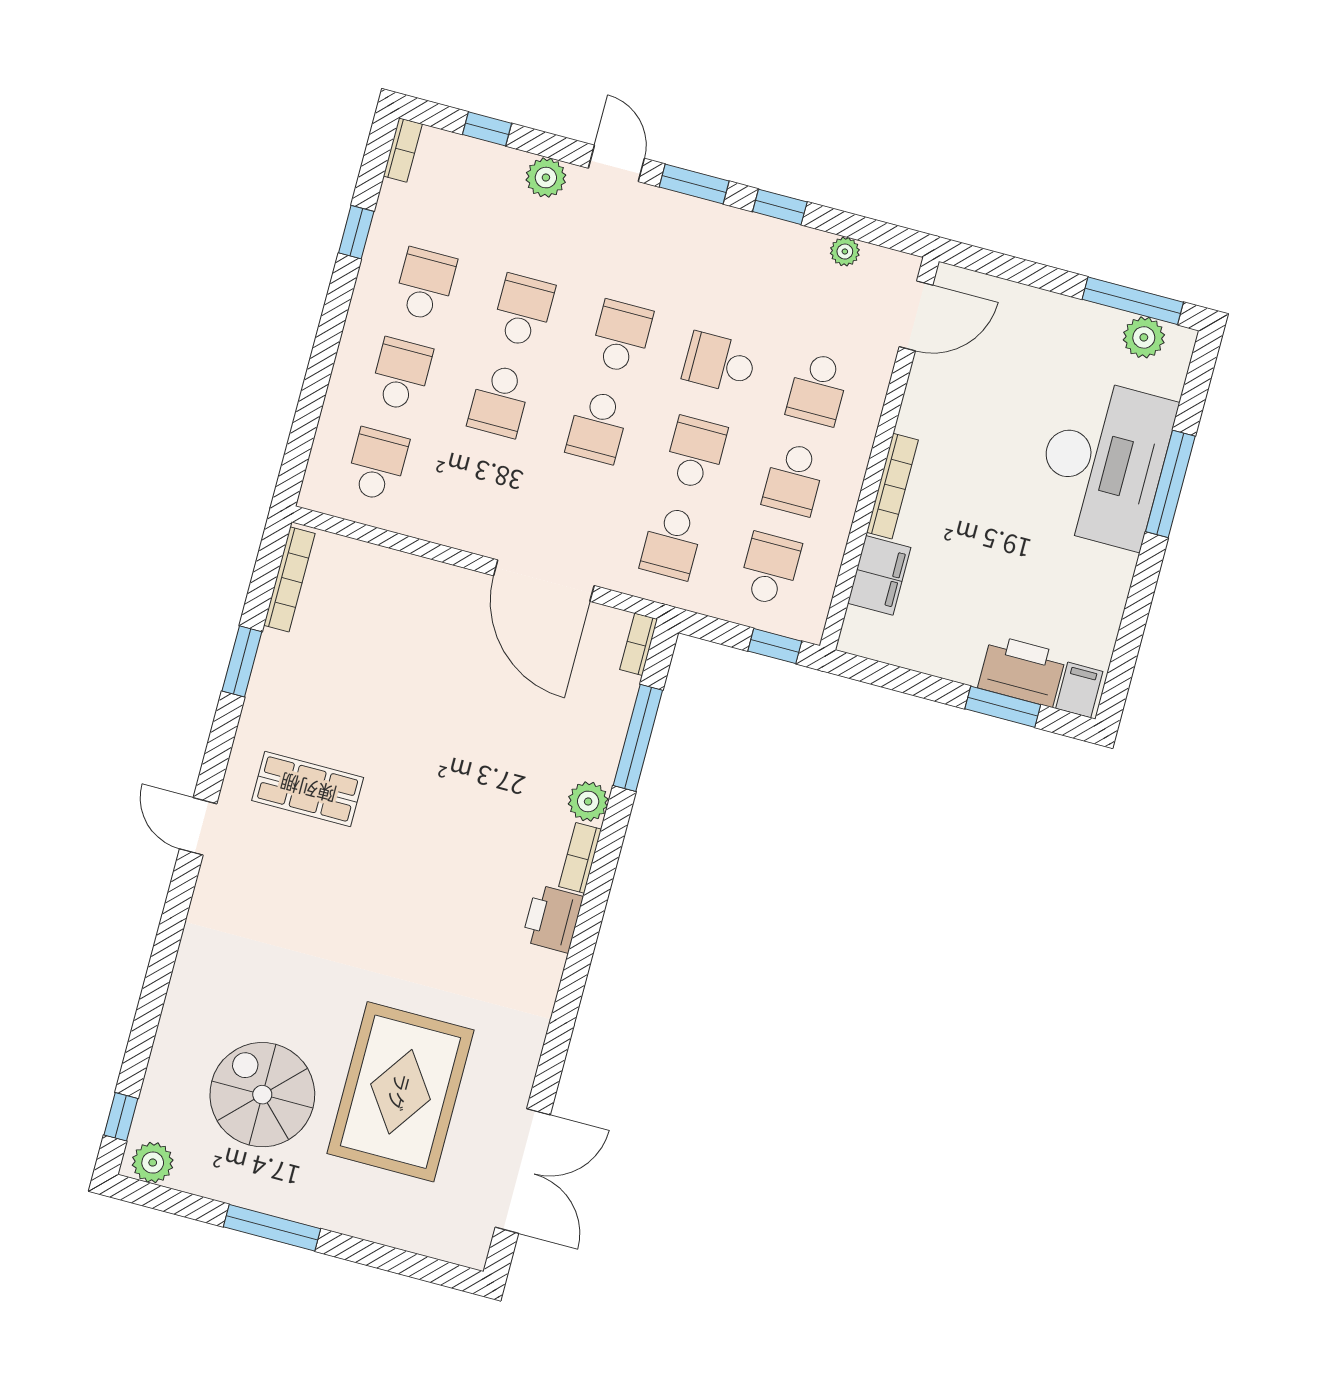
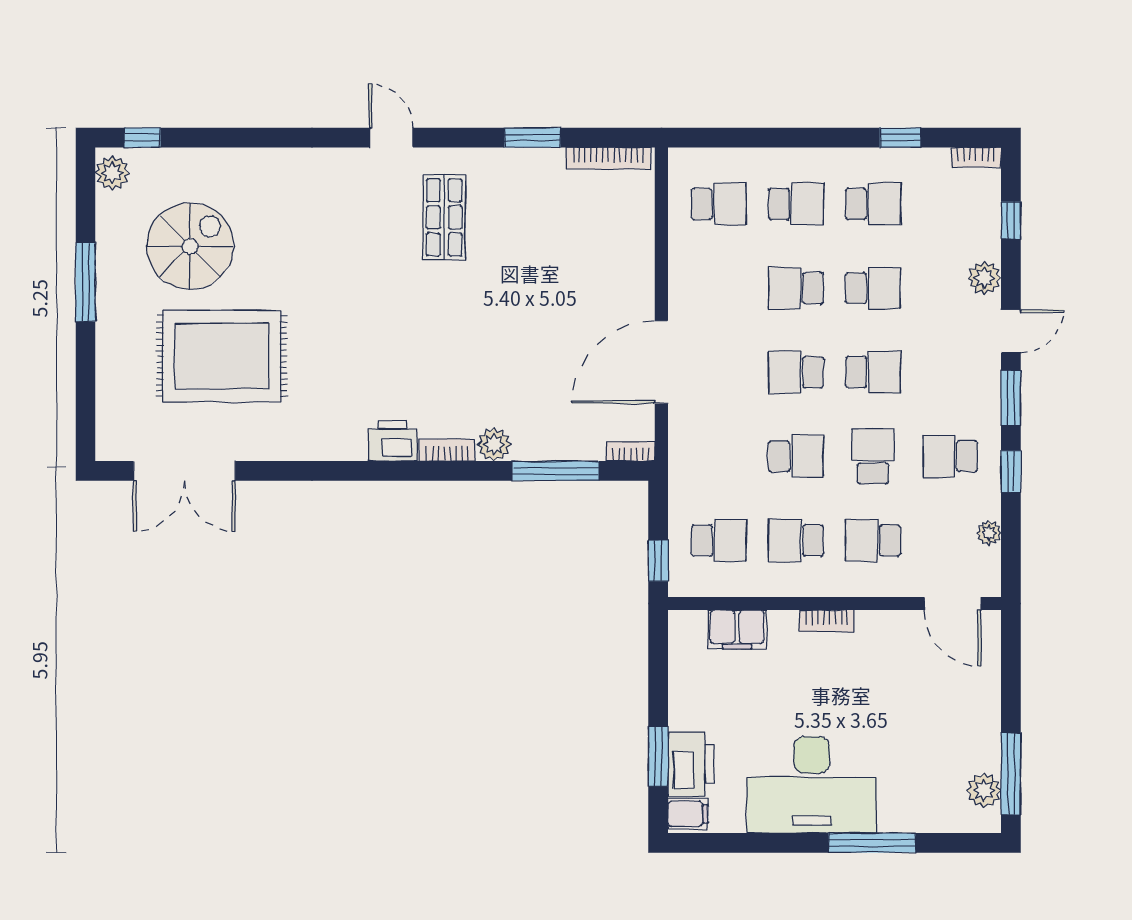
desk: (1104, 463) -> (812, 785), moved
bookcase: (892, 486) -> (827, 621), width x0.64
school desk: (672, 543) -> (950, 456), moved
door: (198, 826) -> (391, 138), hinge flipped

